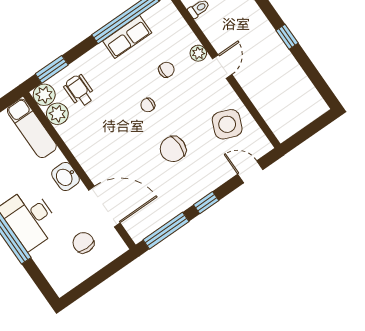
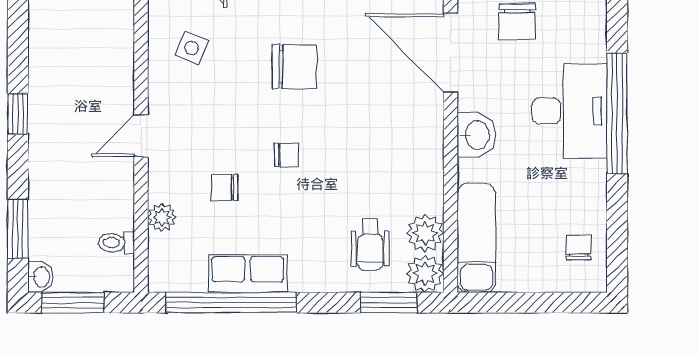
plant: (198, 53) -> (162, 217), moved
side table: (227, 124) -> (192, 48), width x0.54, depth x0.54

